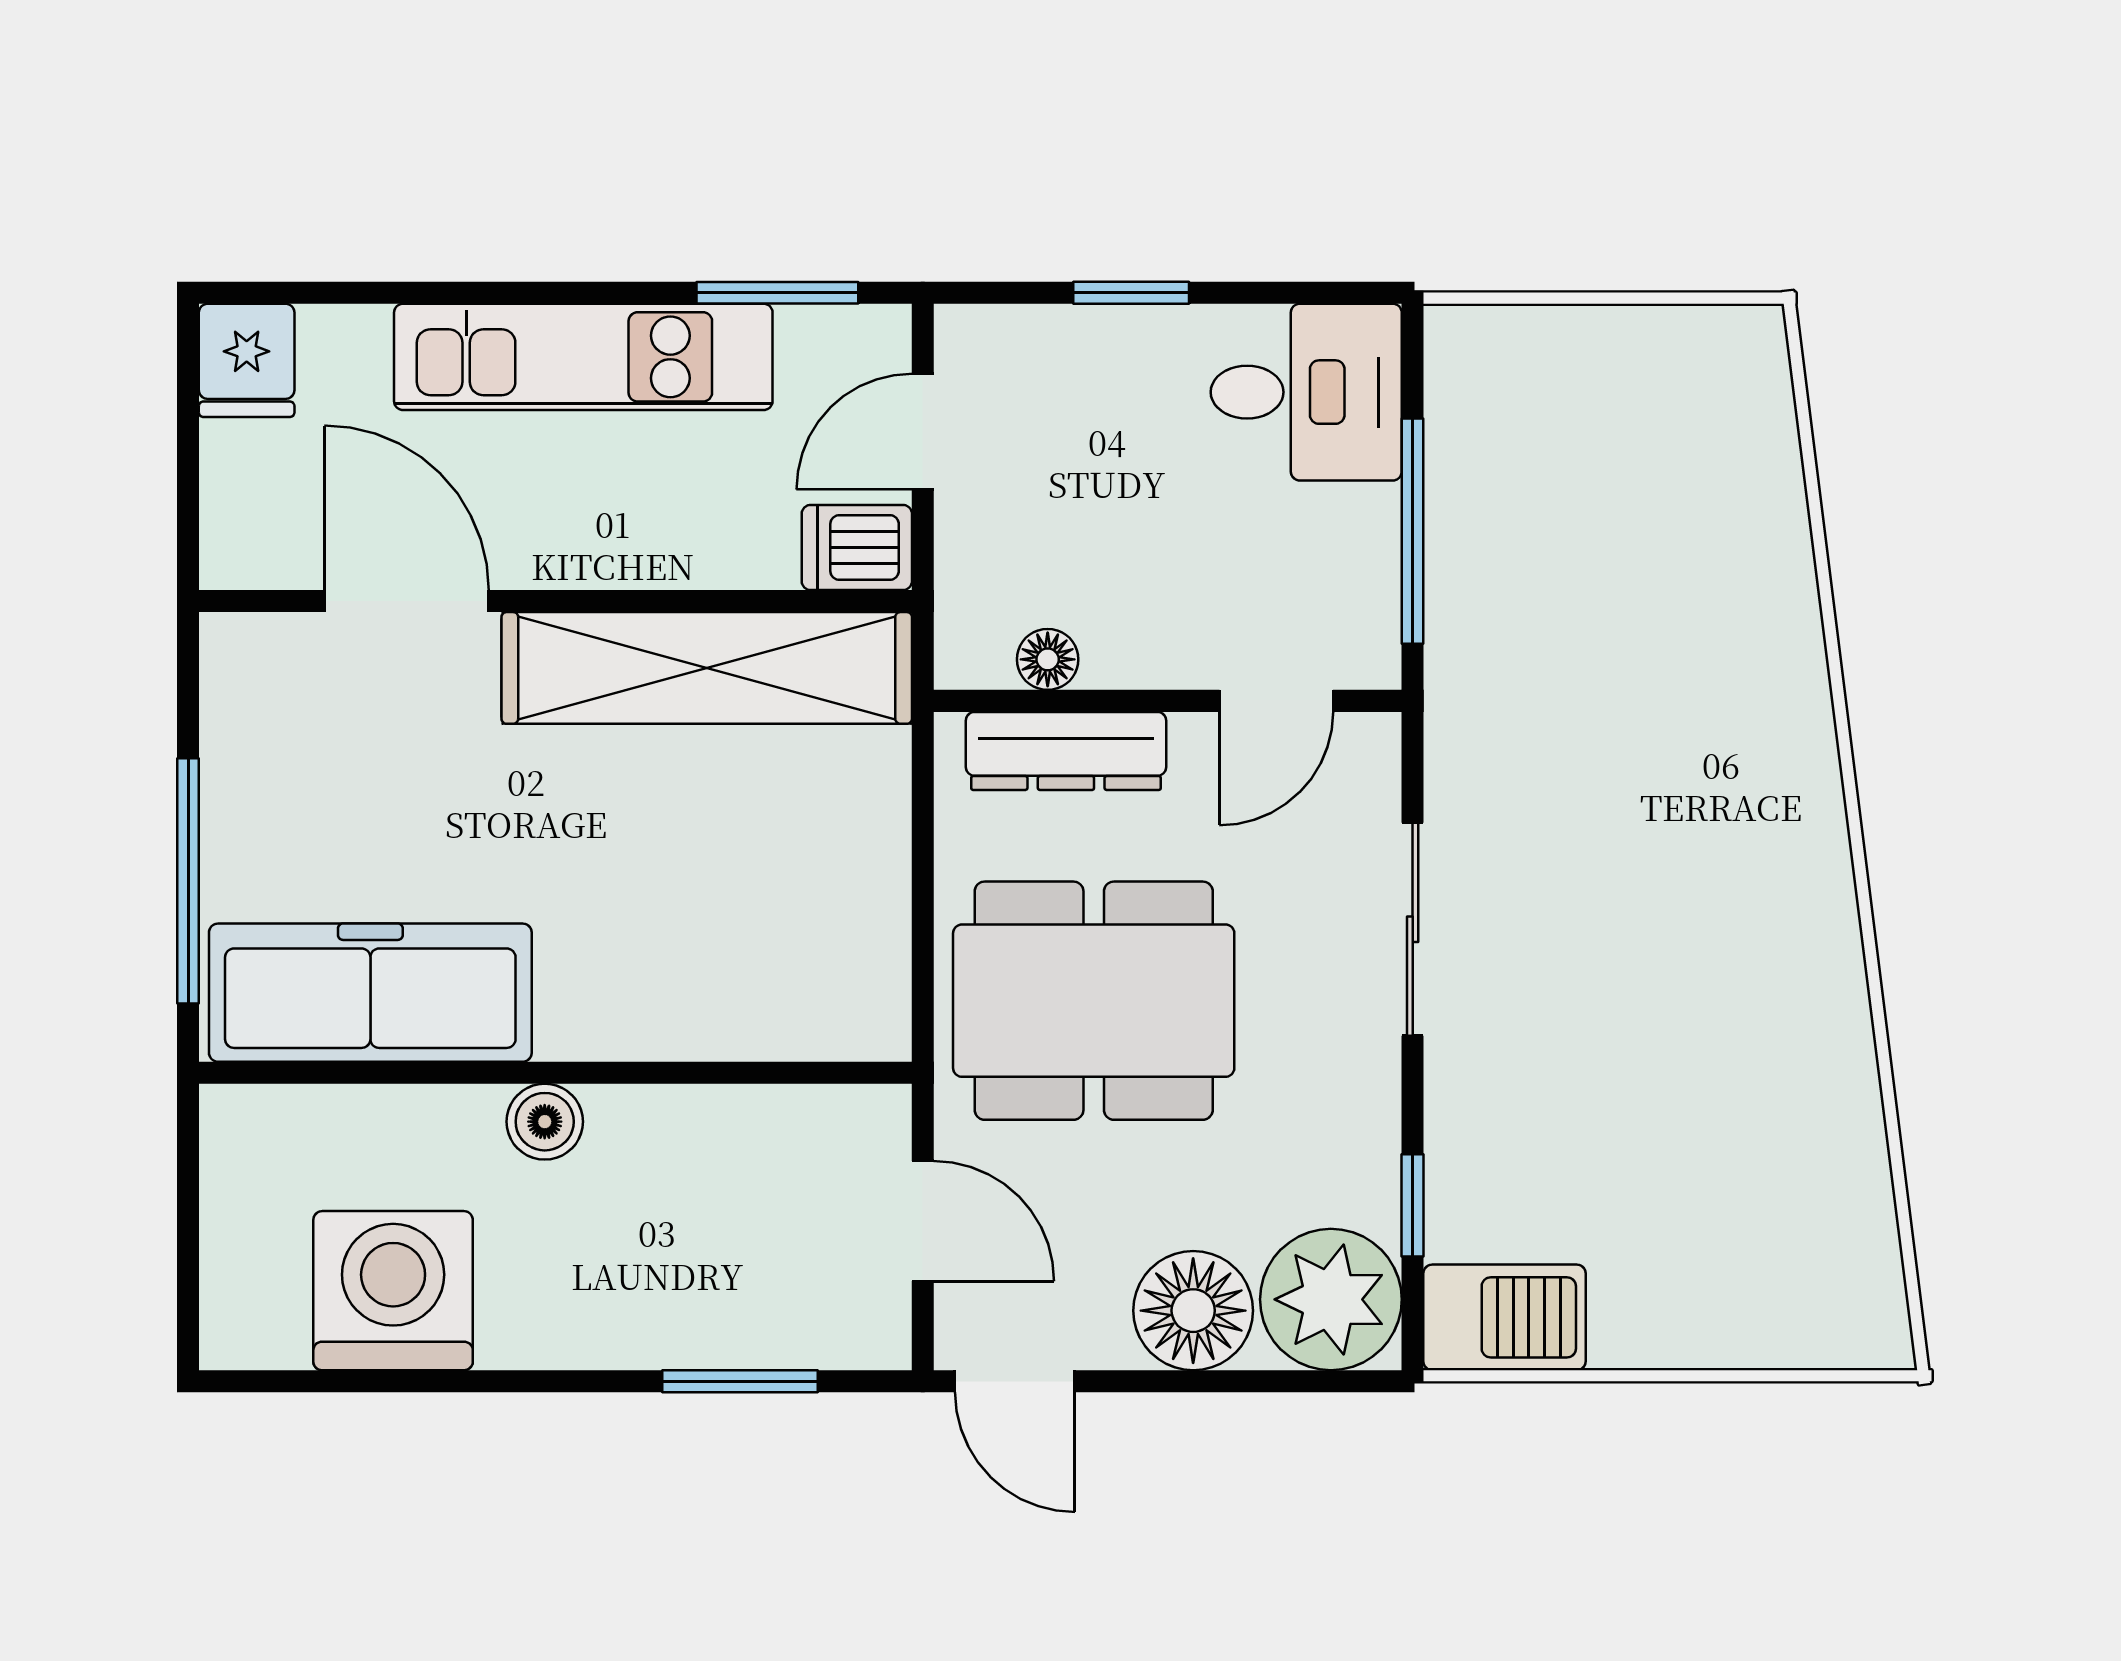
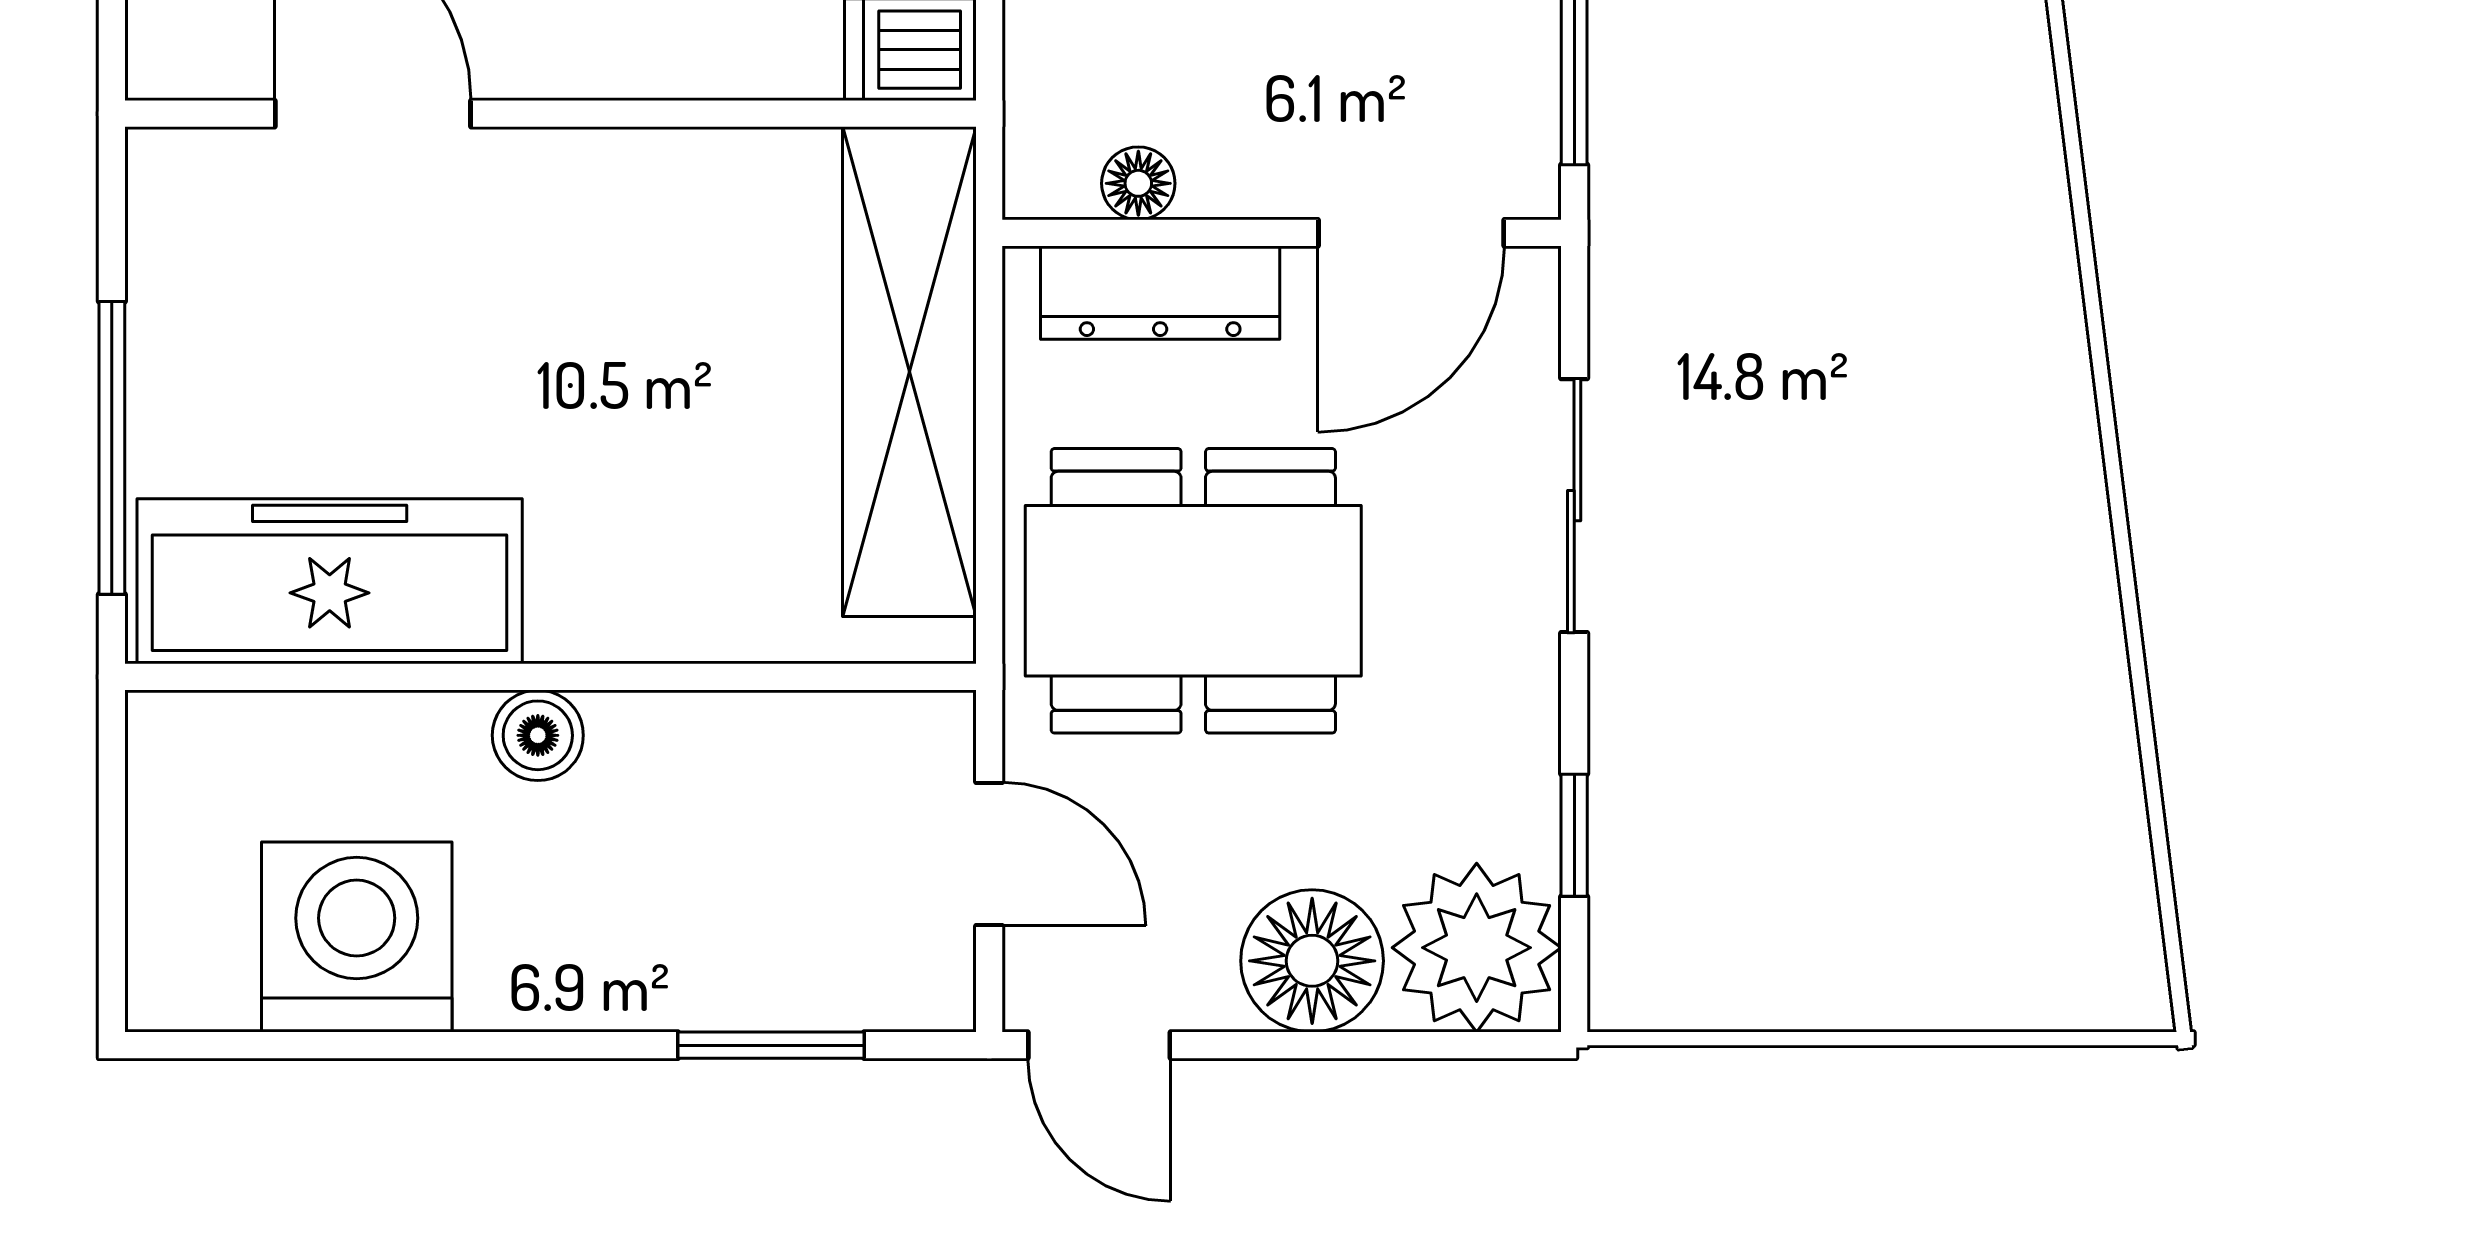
shelving: (707, 668) -> (909, 372), moved, turned 90
door: (1276, 701) -> (1411, 233), width x1.38
barbecue: (1505, 1317) -> (1684, 969), removed

